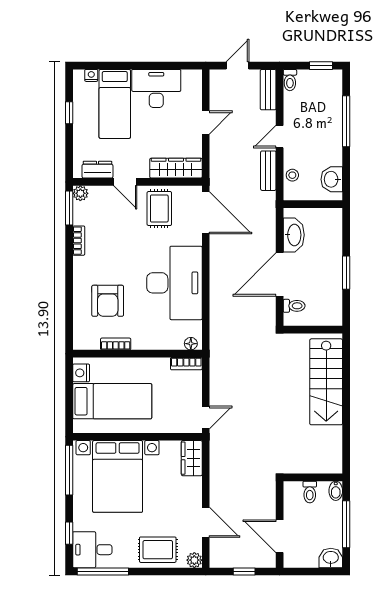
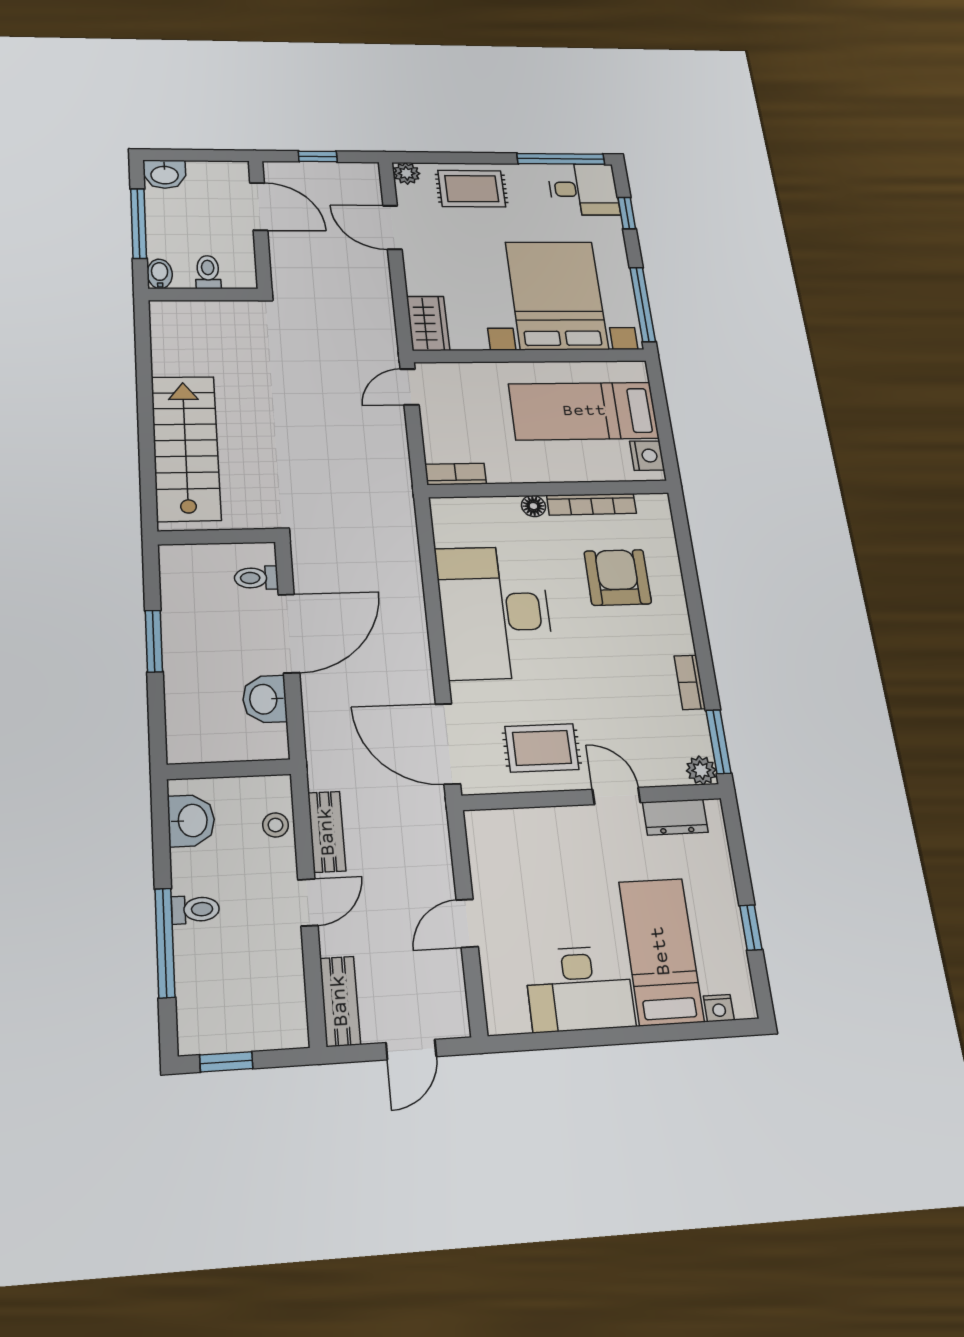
toilet: (290, 80) -> (195, 909), moved, turned 90
wardrobe: (176, 168) -> (518, 828), removed
rug: (159, 209) -> (542, 748), turned 90
washbasin: (294, 235) -> (265, 699), width x0.72
bookcase: (116, 344) -> (592, 504), width x1.56
floor lamp: (191, 344) -> (533, 506), moved

